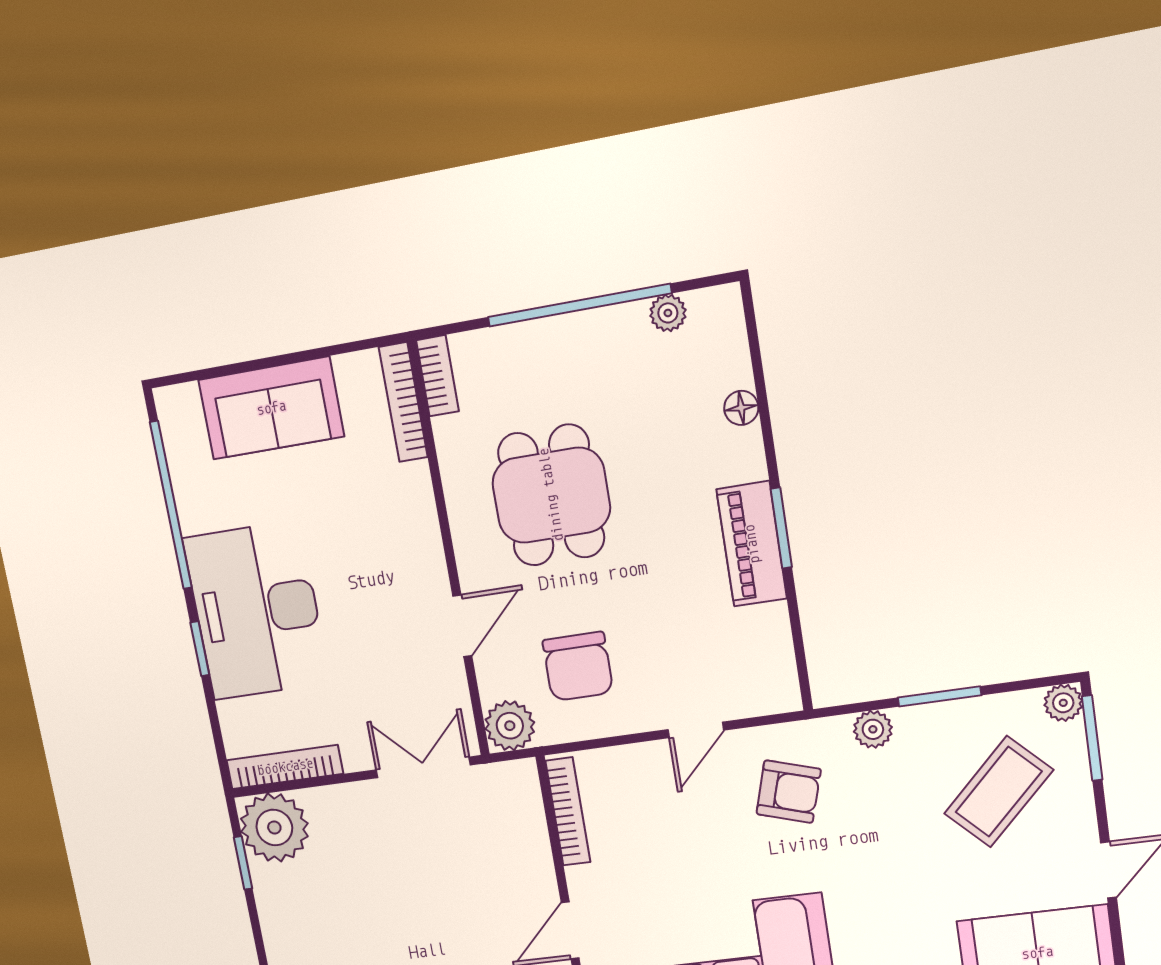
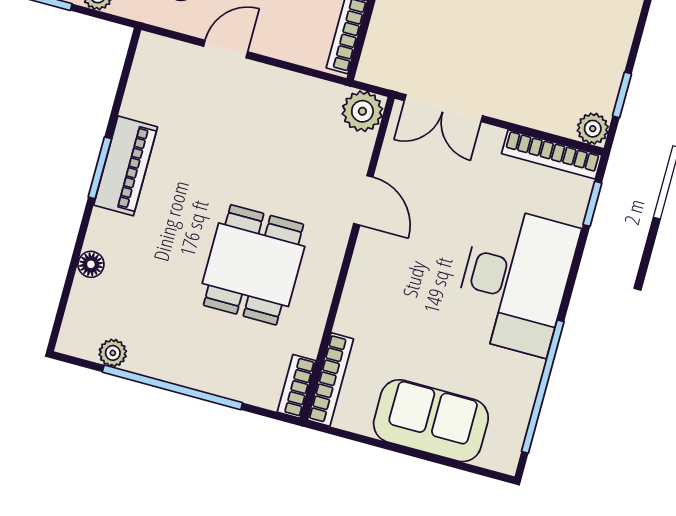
door: (462, 626) -> (363, 200), swing flipped
window: (200, 649) -> (592, 204), moved
chair: (578, 666) -> (291, 133), removed
plant: (274, 827) -> (593, 129), width x0.53, depth x0.53

